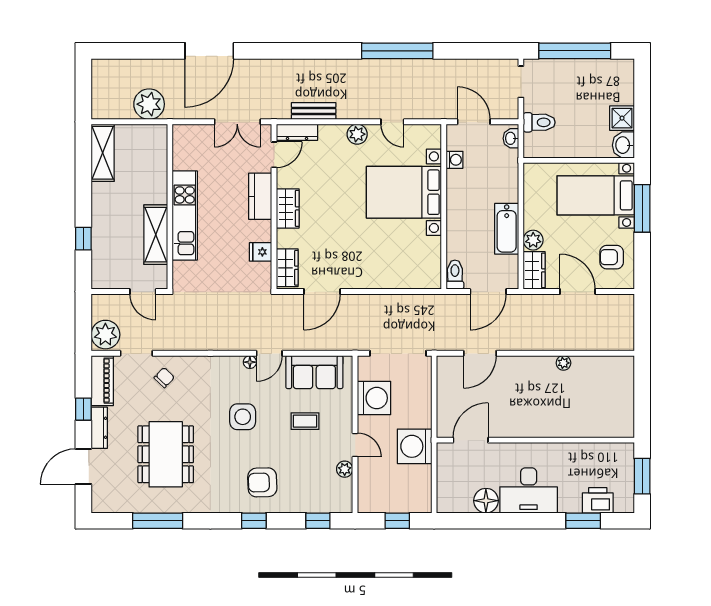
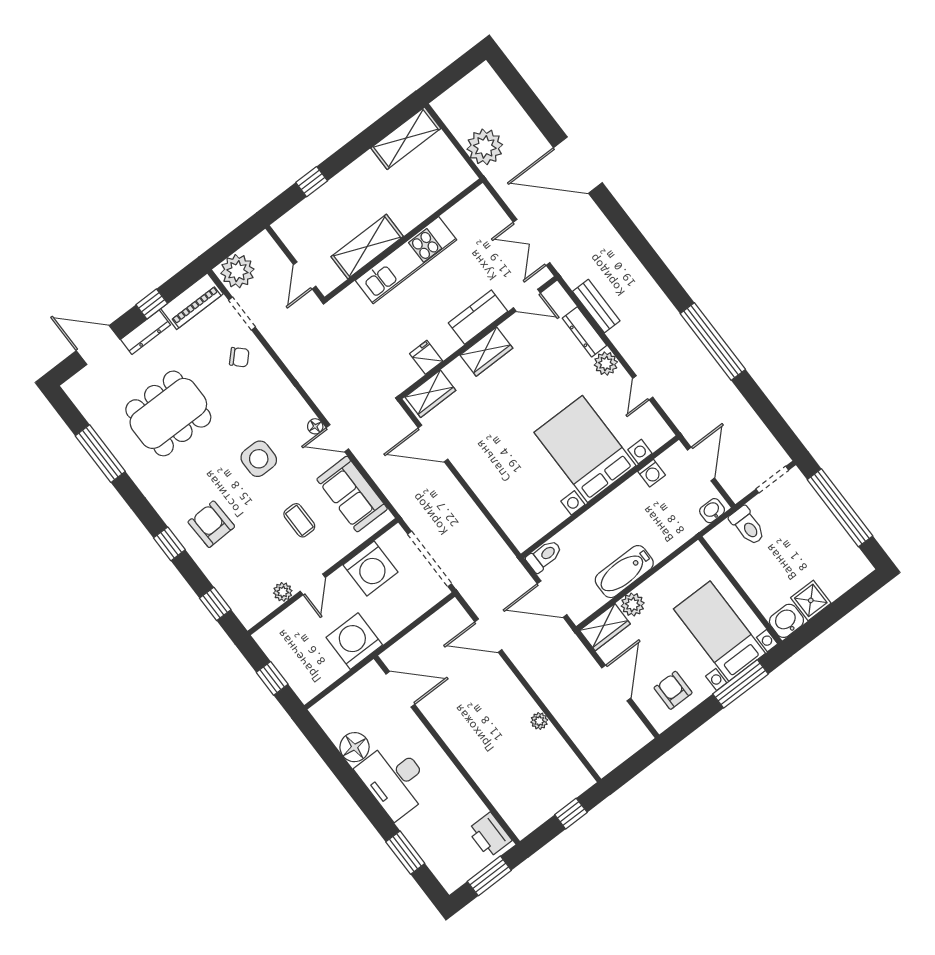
dresser: (297, 132) -> (584, 332), moved
window: (642, 389) -> (571, 814), added
printer: (598, 500) -> (489, 835), moved, turned 180

